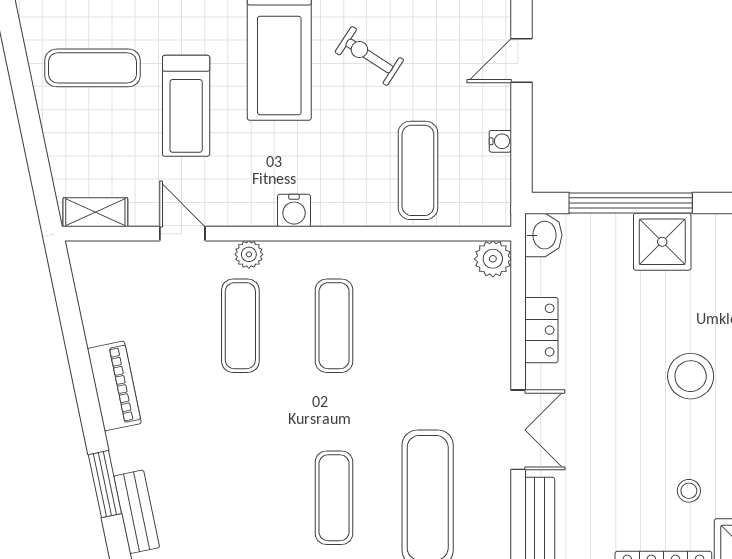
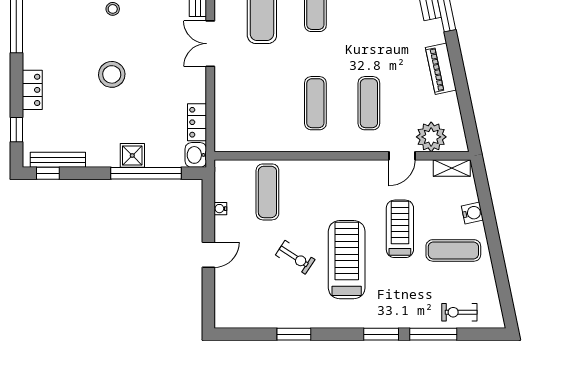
water cooler: (294, 210) -> (472, 213), moved, turned 78
door: (182, 234) -> (402, 156), hinge flipped
shower: (662, 242) -> (132, 155), width x0.73, depth x0.73
plant: (249, 254) -> (431, 137), moved, width x1.88, depth x1.88
plant: (493, 259) -> (225, 141), removed
locker: (541, 330) -> (197, 122), moved

